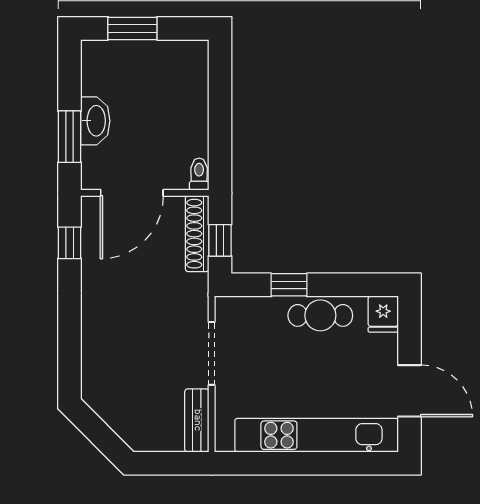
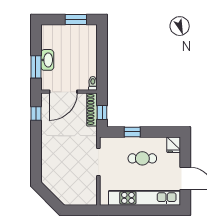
window: (132, 28) -> (76, 19), moved
cafe table: (320, 315) -> (142, 158), moved
bench: (197, 420) -> (92, 191), removed

